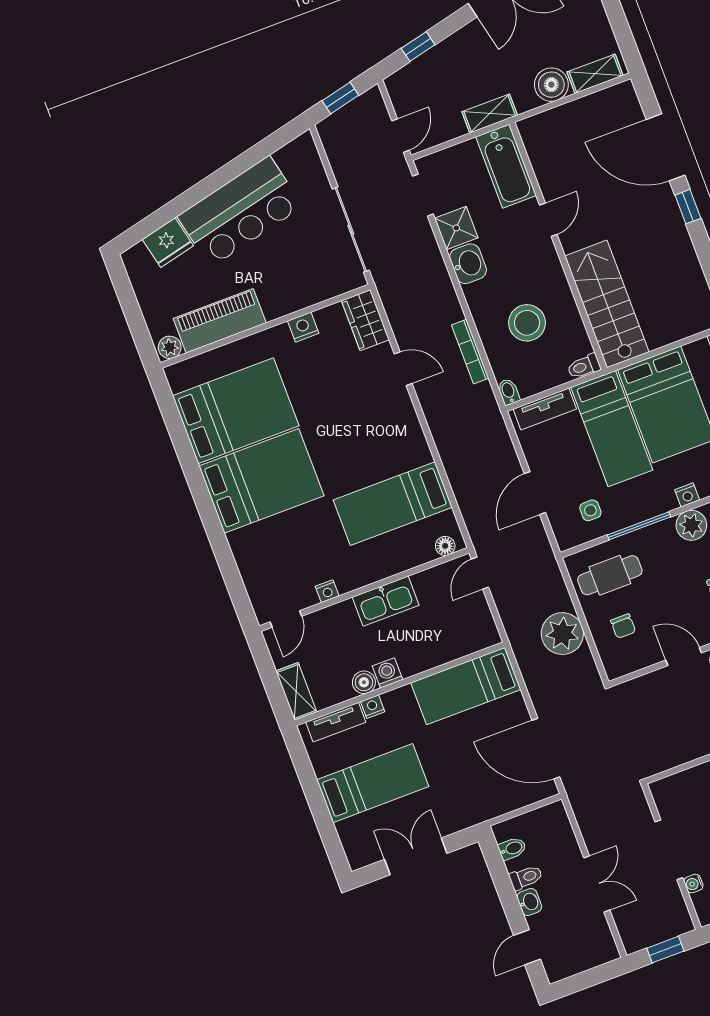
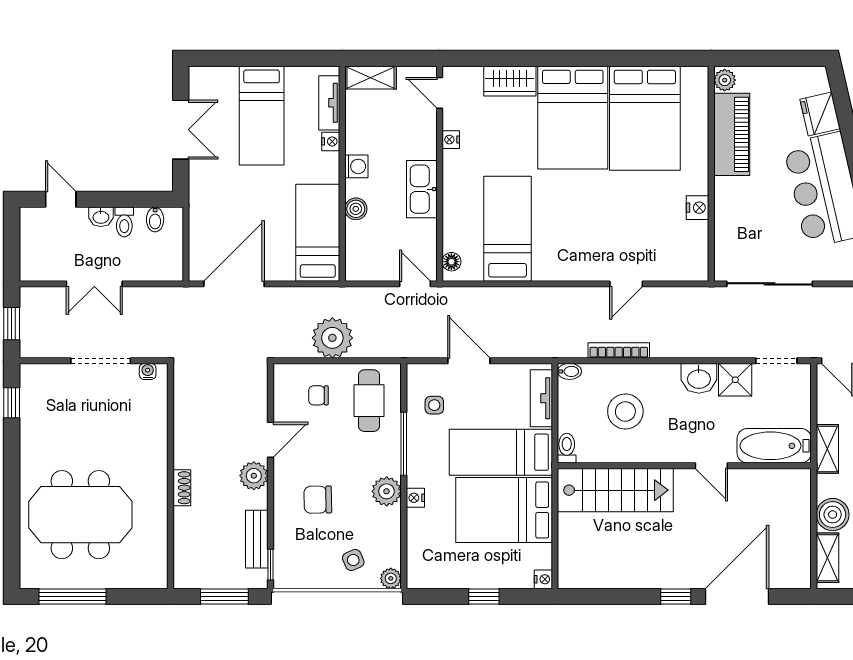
wardrobe: (365, 320) -> (510, 81), moved, turned 180
boiler: (364, 682) -> (356, 209), moved
water cooler: (693, 884) -> (148, 371), moved

